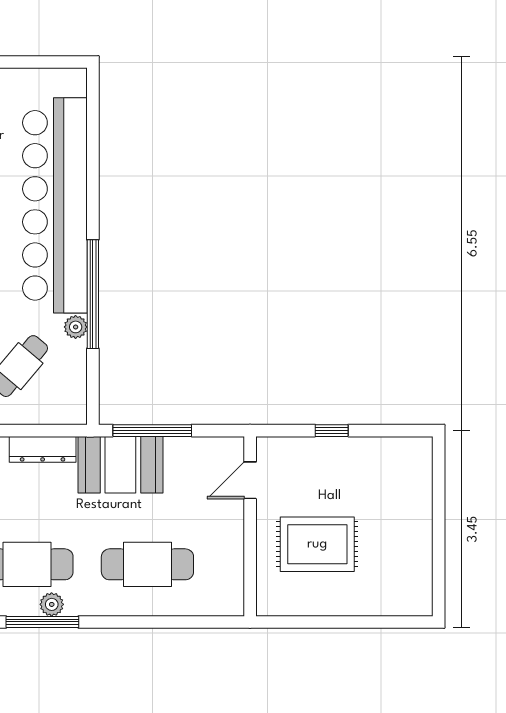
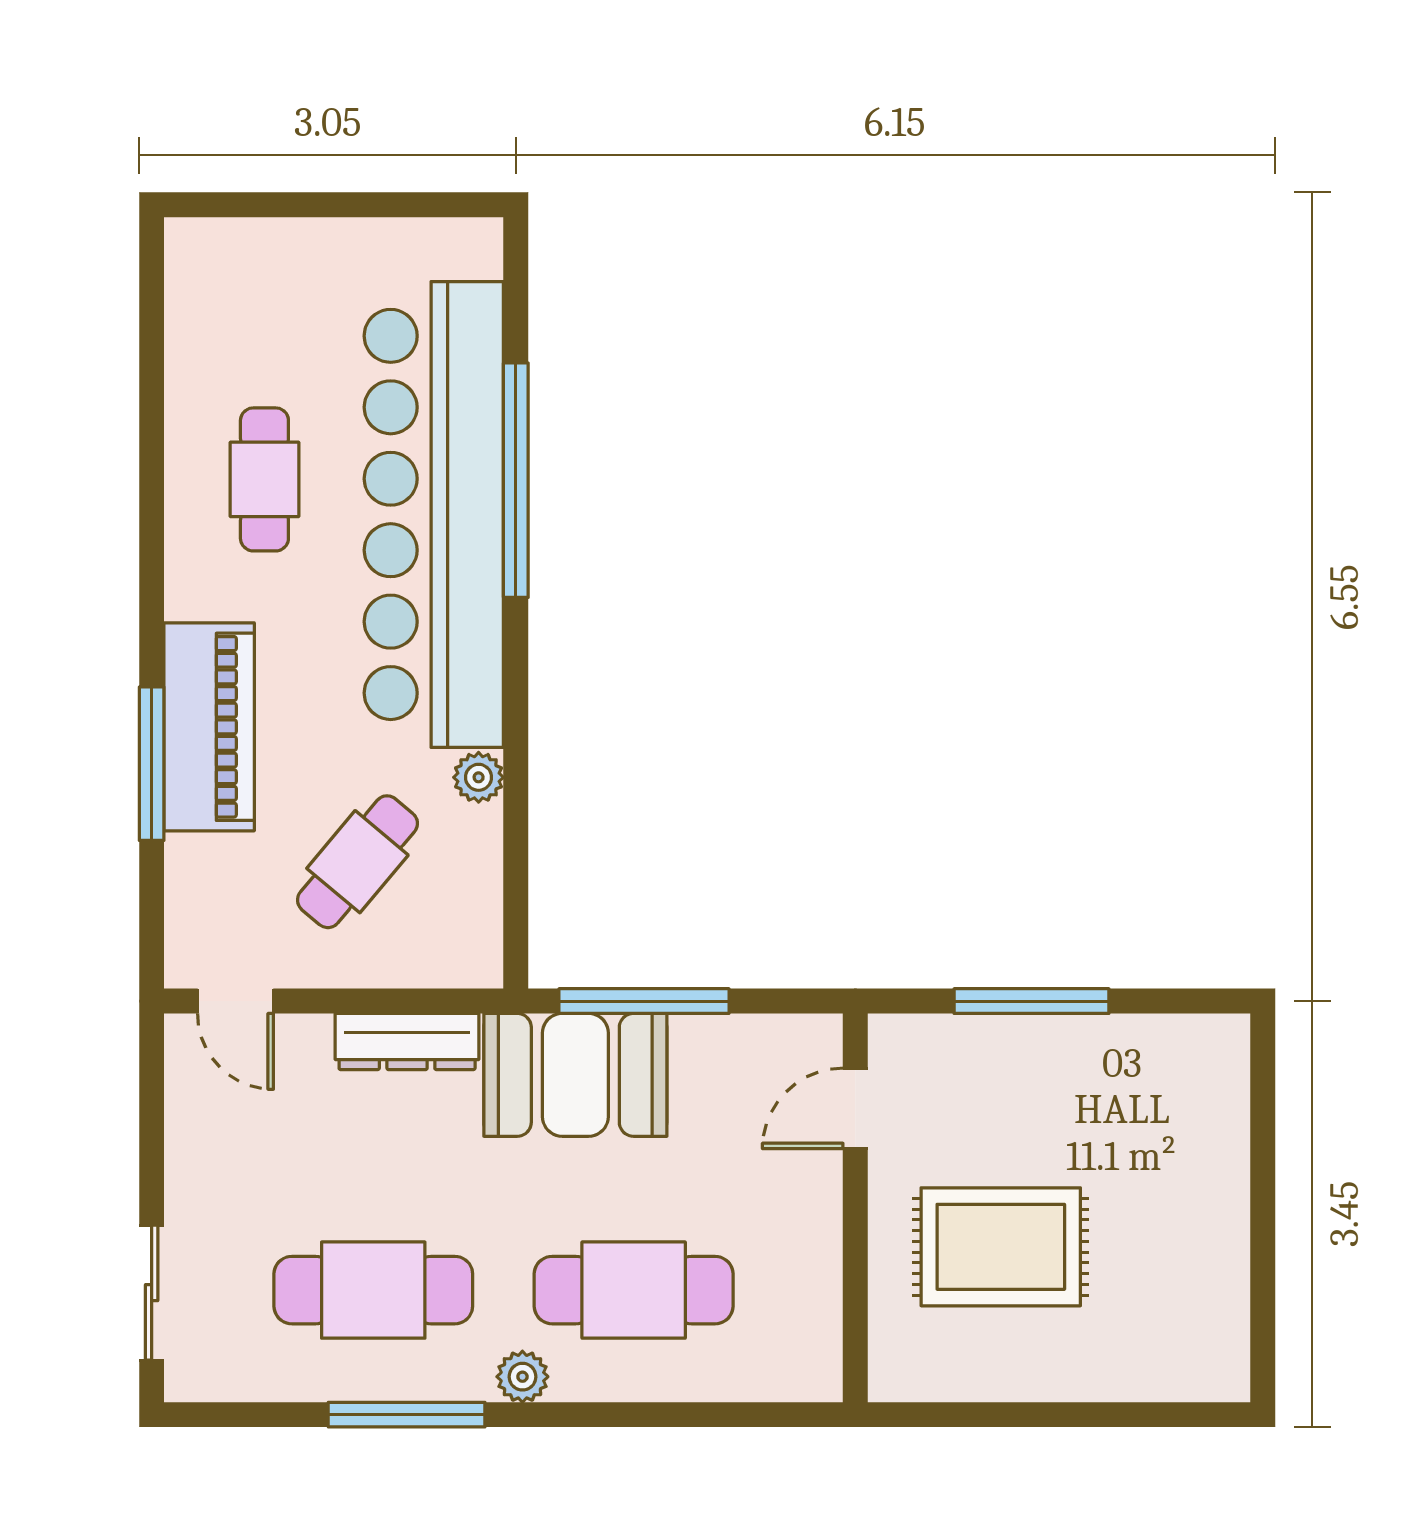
window: (93, 294) -> (516, 480), moved
window: (332, 431) -> (1032, 1001), width x2.17
plant: (52, 604) -> (522, 1377), moved

